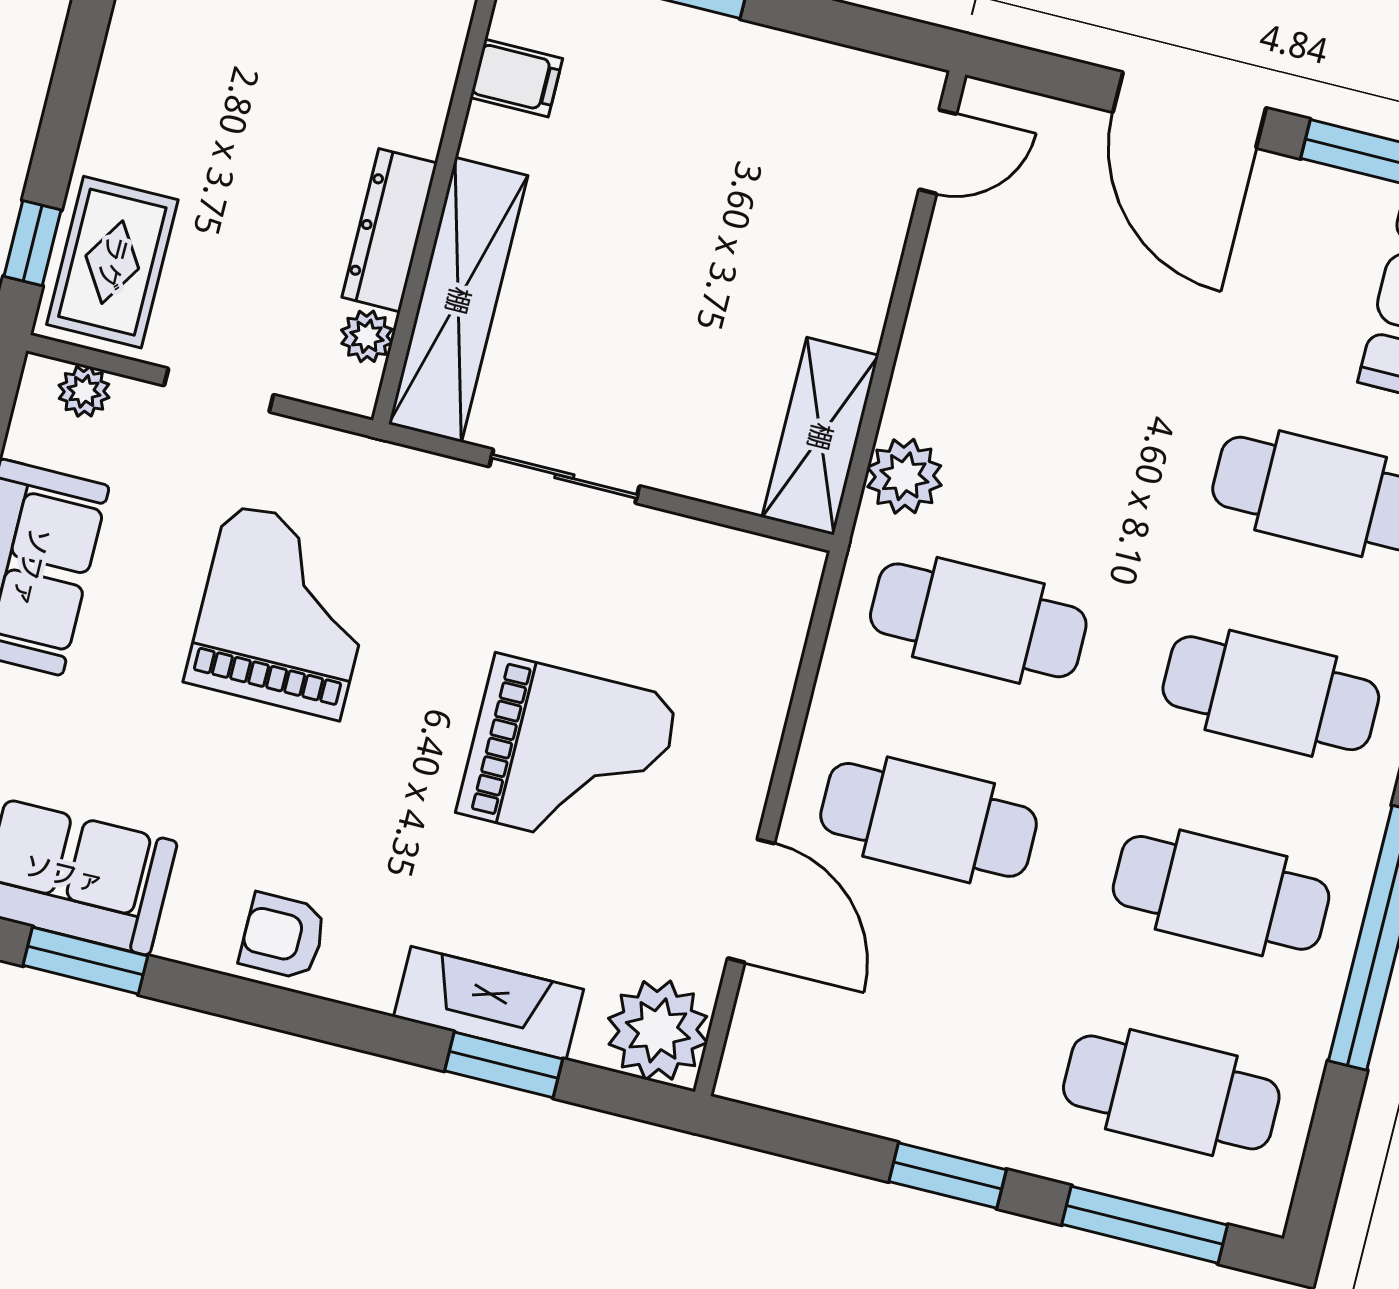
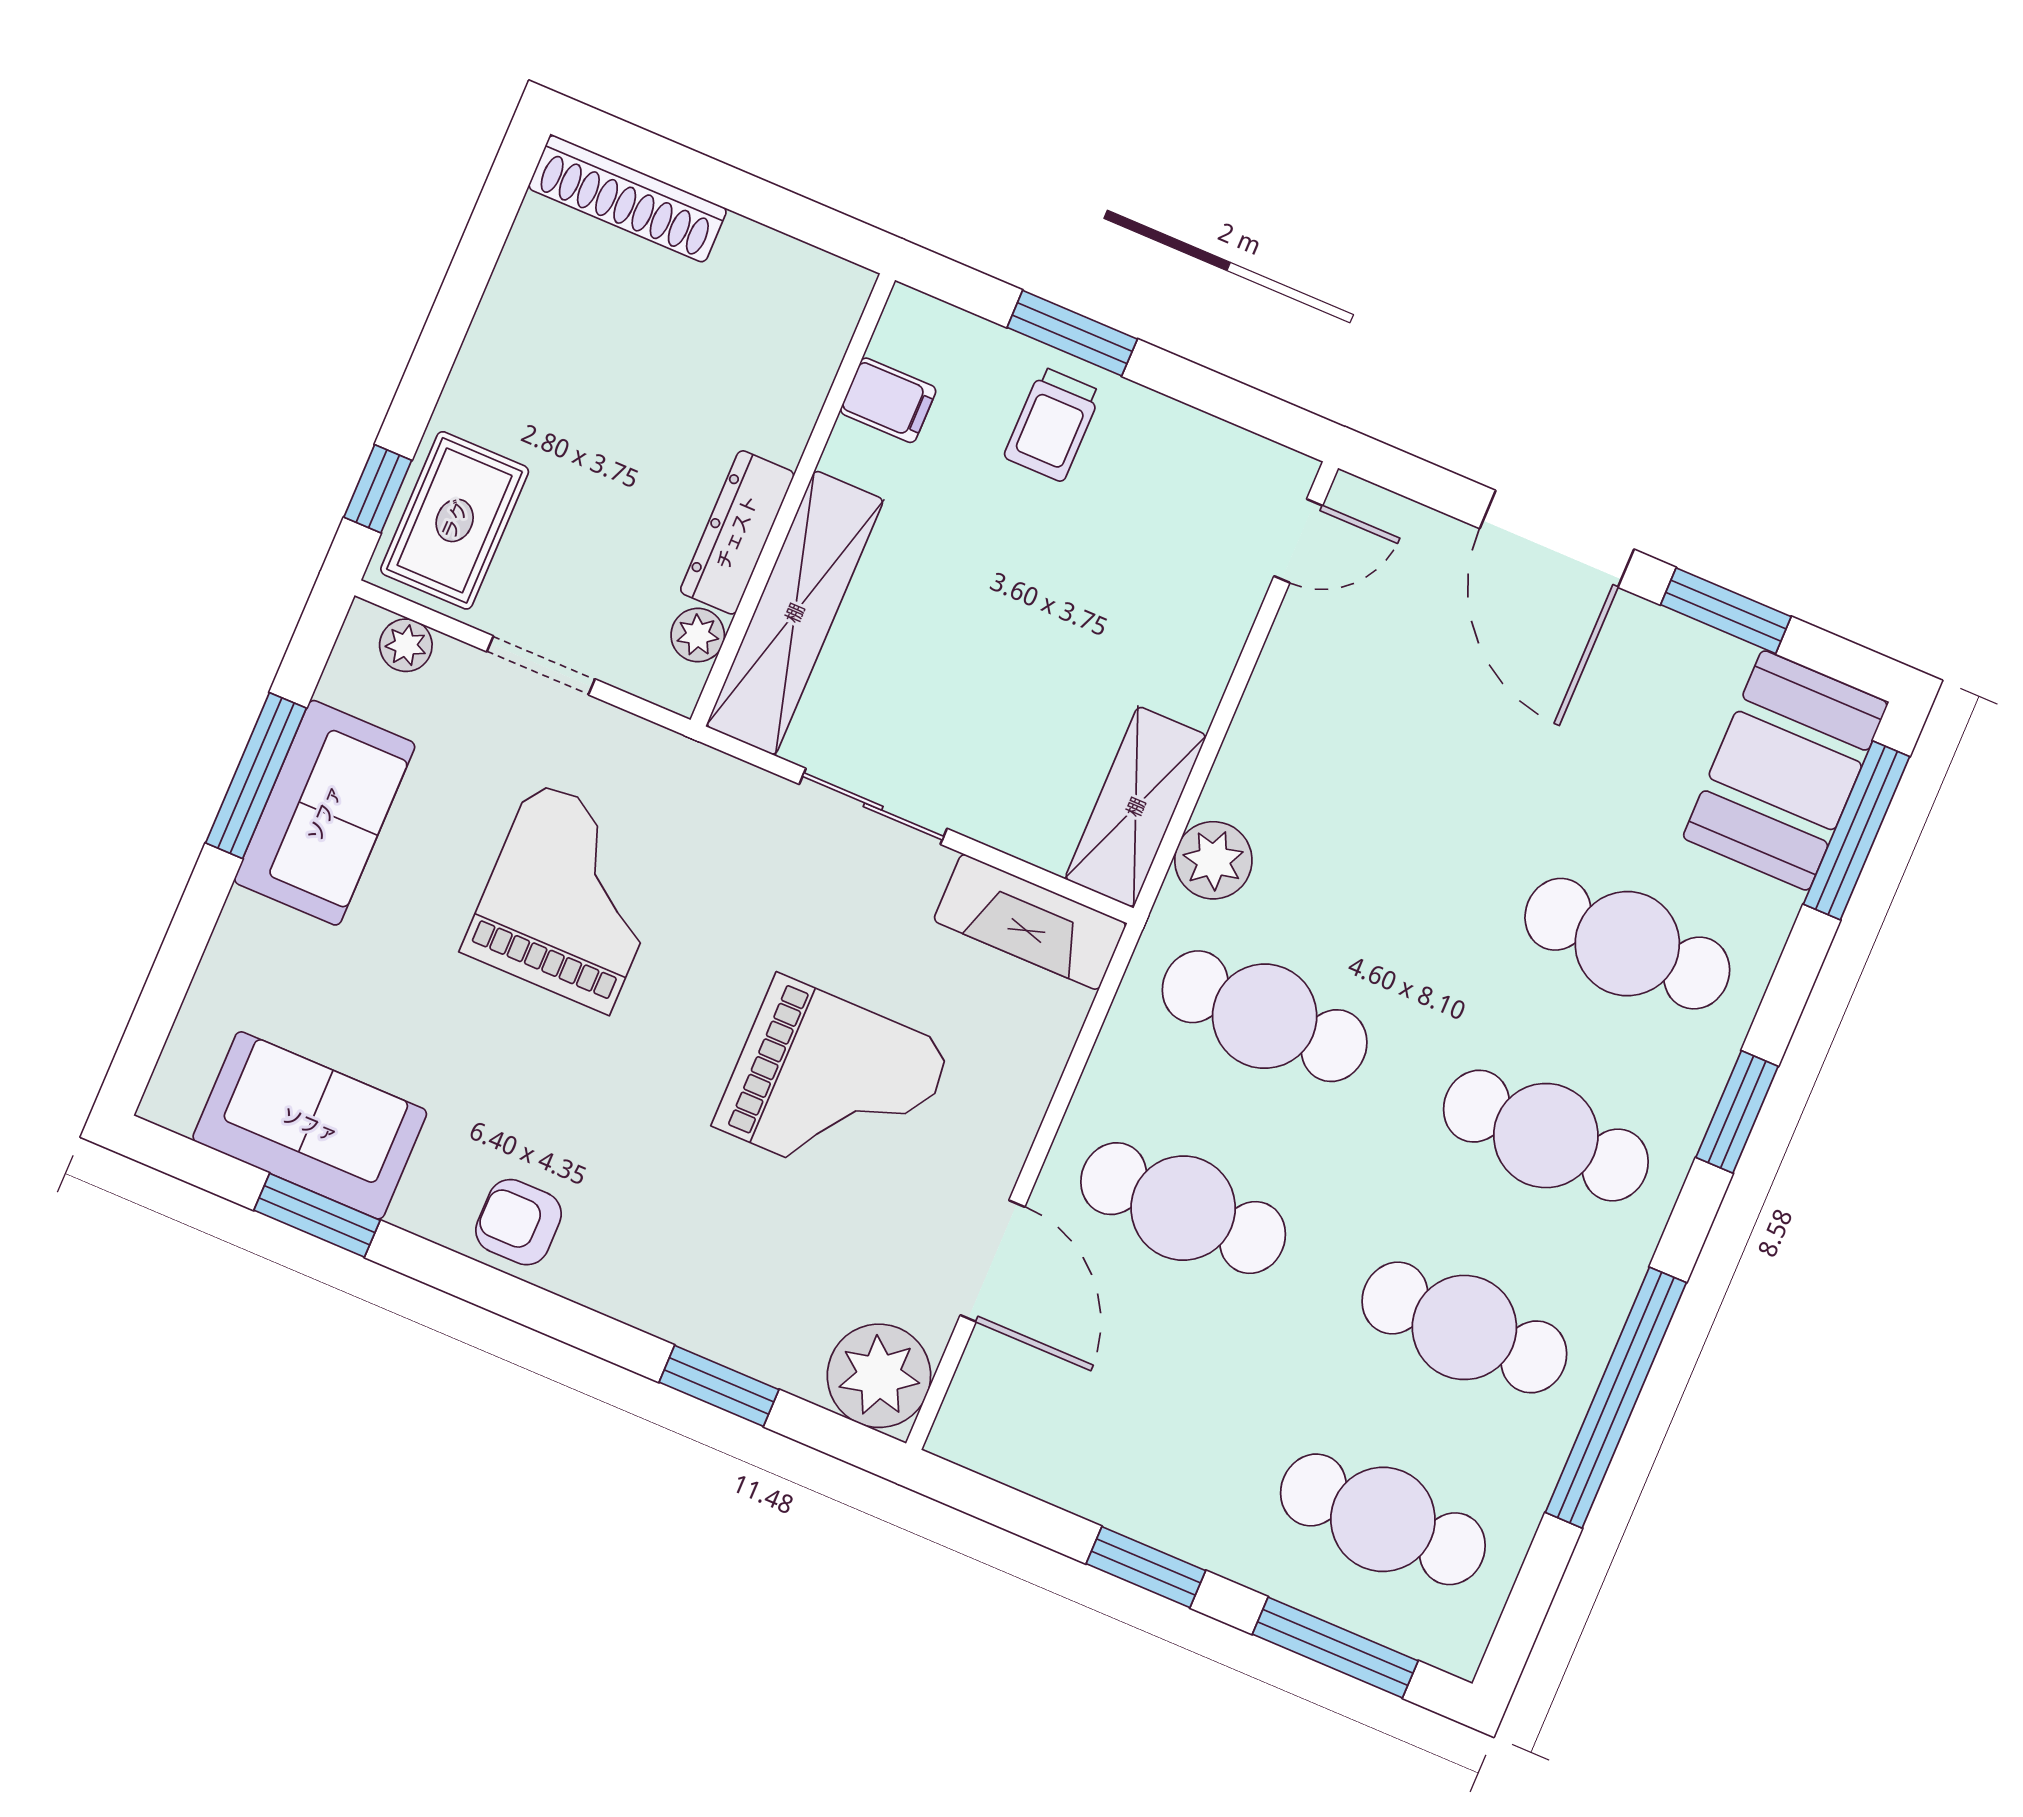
trolley: (680, 76) -> (1052, 424), added
fireplace: (489, 1003) -> (1030, 922), moved, turned 180

